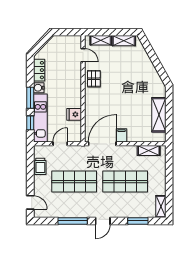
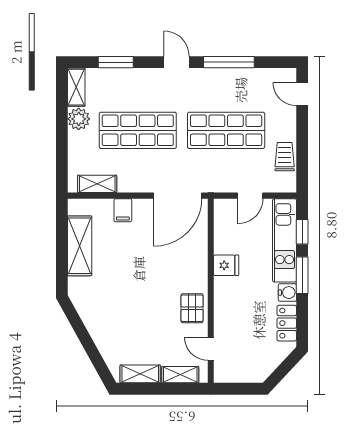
fridge: (74, 114) -> (226, 265), moved
filing cabinet: (121, 135) -> (123, 210), moved
plant: (159, 188) -> (79, 119), added
door: (103, 221) -> (177, 62), hinge flipped

